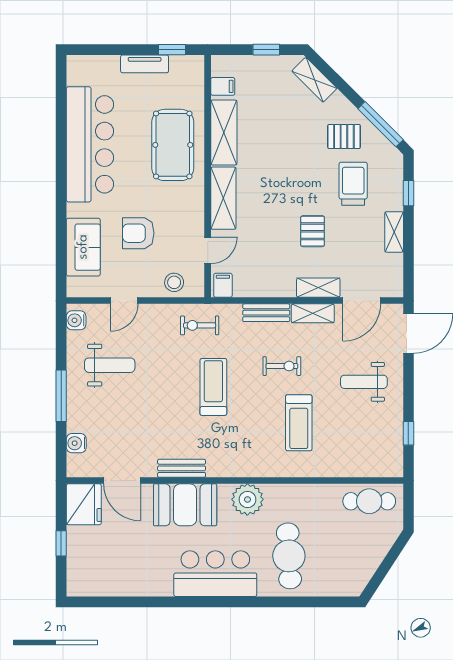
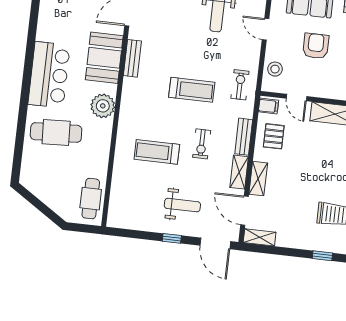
pallet: (313, 231) -> (274, 136), moved, turned 90
shelving: (394, 232) -> (260, 237), moved
weight bench: (364, 382) -> (182, 205), turned 90
window: (408, 433) -> (172, 238), moved

